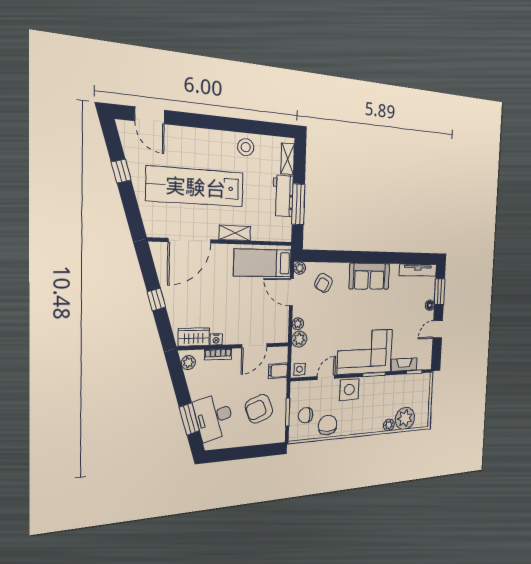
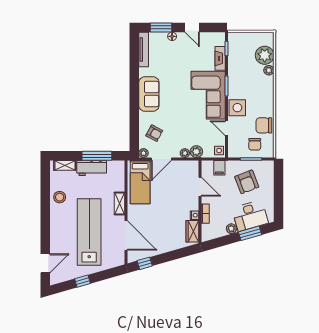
lab bench: (196, 187) -> (89, 232), turned 180
window: (156, 299) -> (145, 263), moved
plant: (188, 363) -> (231, 229), moved

